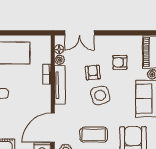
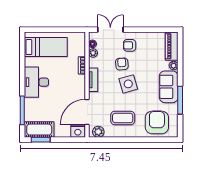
double door: (80, 33) -> (110, 30), swing flipped
armchair: (120, 62) -> (130, 45), moved
tv unit: (60, 85) -> (93, 80), width x0.71

